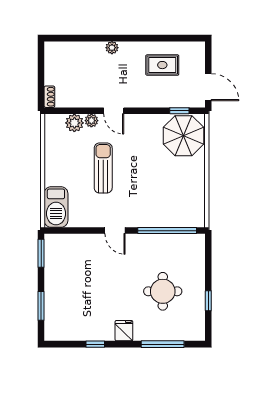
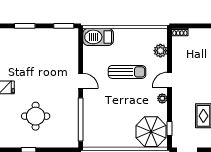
plant: (91, 121) -> (162, 98), moved
door: (115, 231) -> (81, 81), swing flipped

